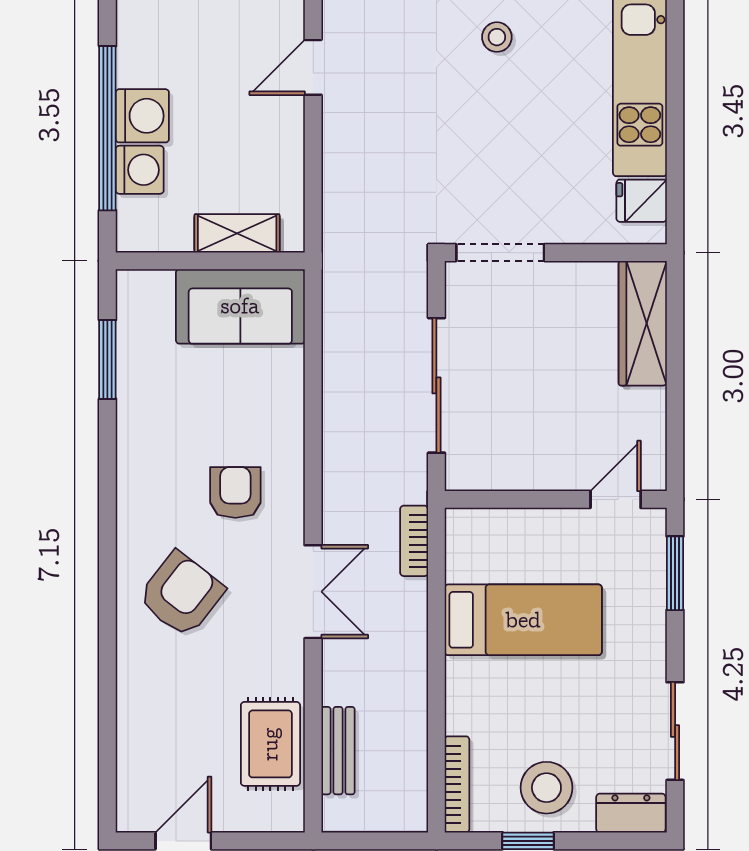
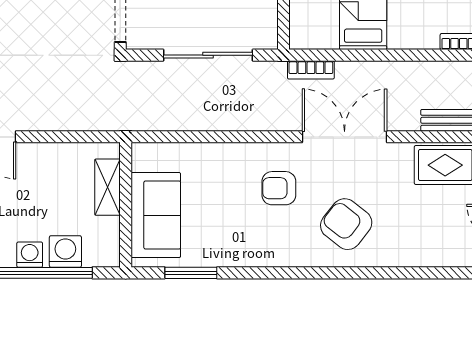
washing machine: (142, 116) -> (30, 255), width x0.73, depth x0.73
sofa: (240, 306) -> (156, 215), moved
double door: (313, 592) -> (345, 137), width x1.37

